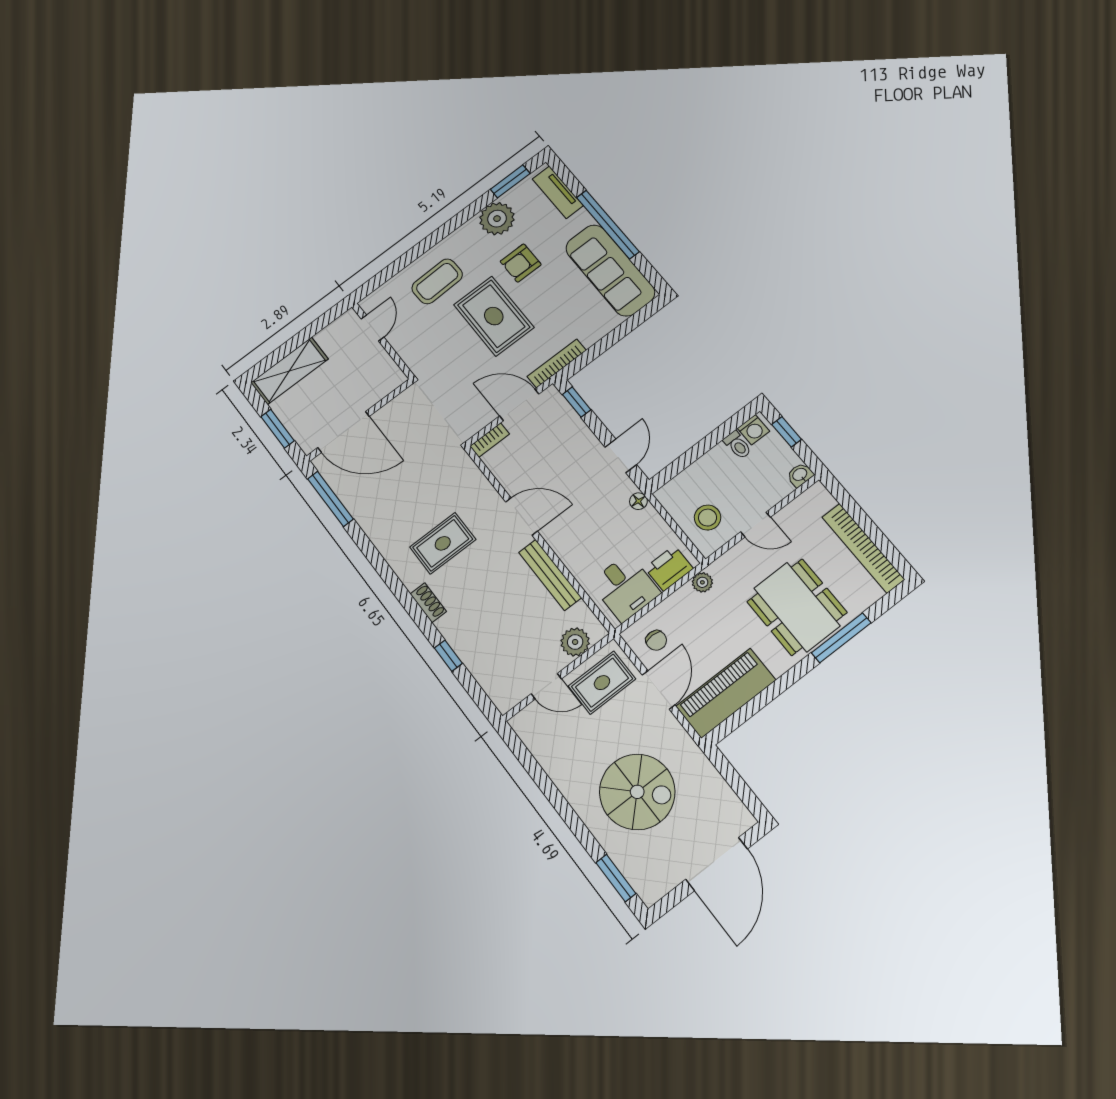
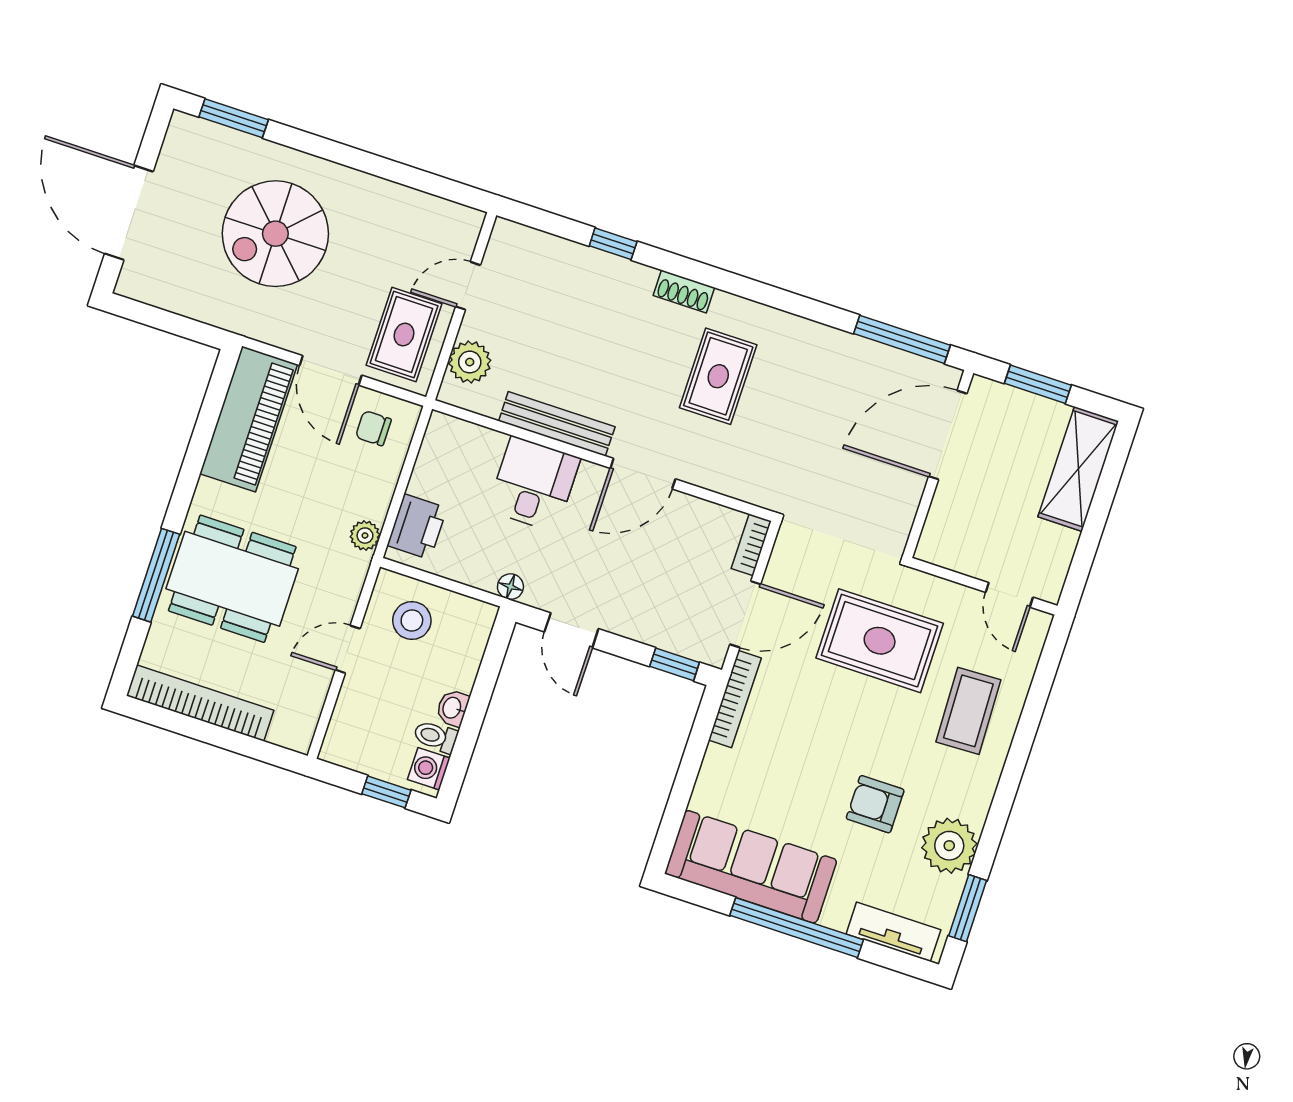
armchair: (521, 263) -> (875, 804), turned -90
rug: (494, 316) -> (880, 641), moved
washbasin: (800, 475) -> (453, 708), moved, turned 180
desk: (625, 588) -> (534, 484), moved, turned 90

